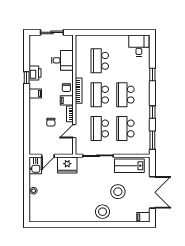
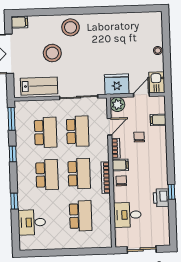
desk: (139, 46) -> (32, 222), moved, turned 90
filing cabinet: (35, 94) -> (158, 120), moved
plant: (67, 149) -> (117, 104), added

